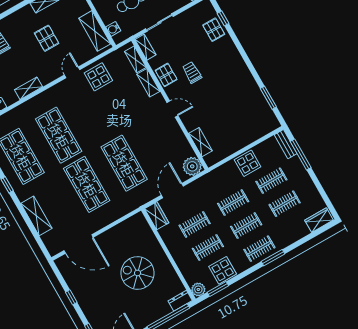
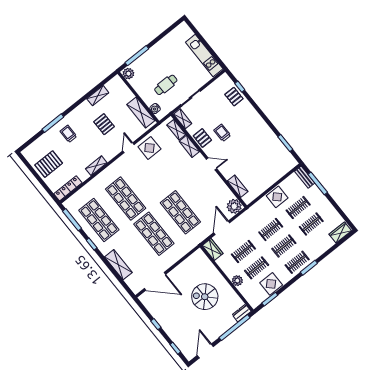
plant: (198, 289) -> (237, 281), moved

